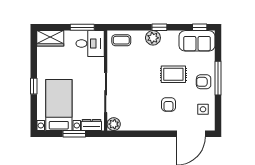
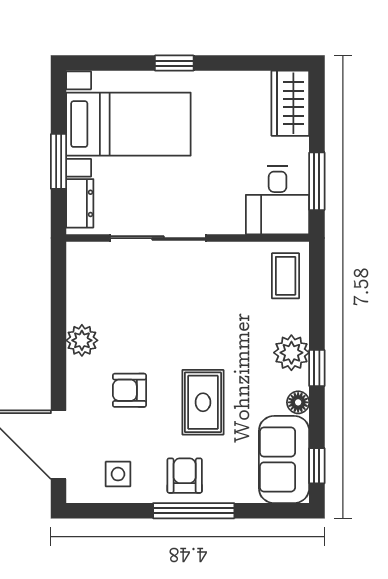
floor lamp: (173, 35) -> (298, 402), added
plant: (114, 124) -> (82, 340), moved

